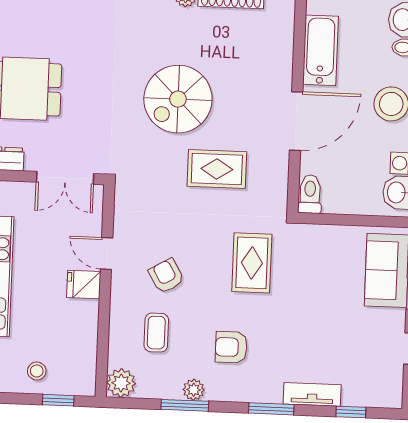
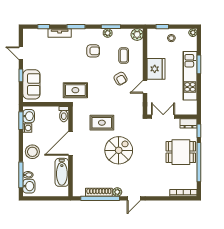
door: (107, 254) -> (145, 87), swing flipped
rug: (252, 263) -> (75, 90), moved, turned 90
fridge: (84, 285) -> (156, 69), width x1.88, depth x1.34

